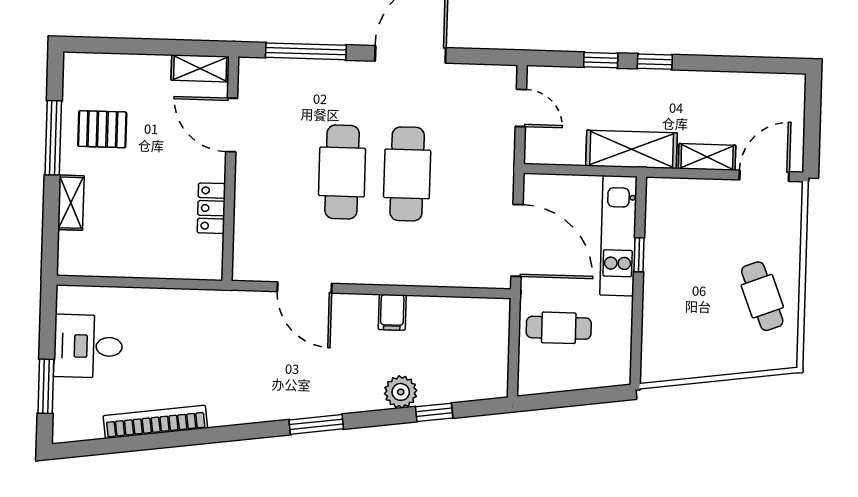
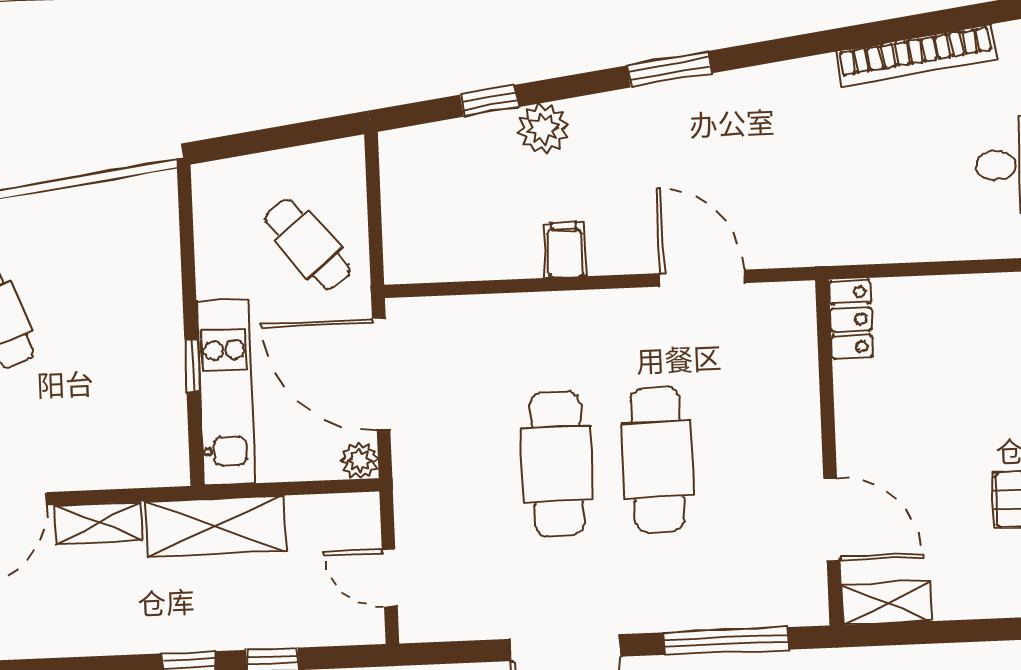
plant: (535, 185) -> (360, 460), added
locker: (211, 208) -> (851, 319), moved
cafe table: (559, 328) -> (307, 244), turned 51

